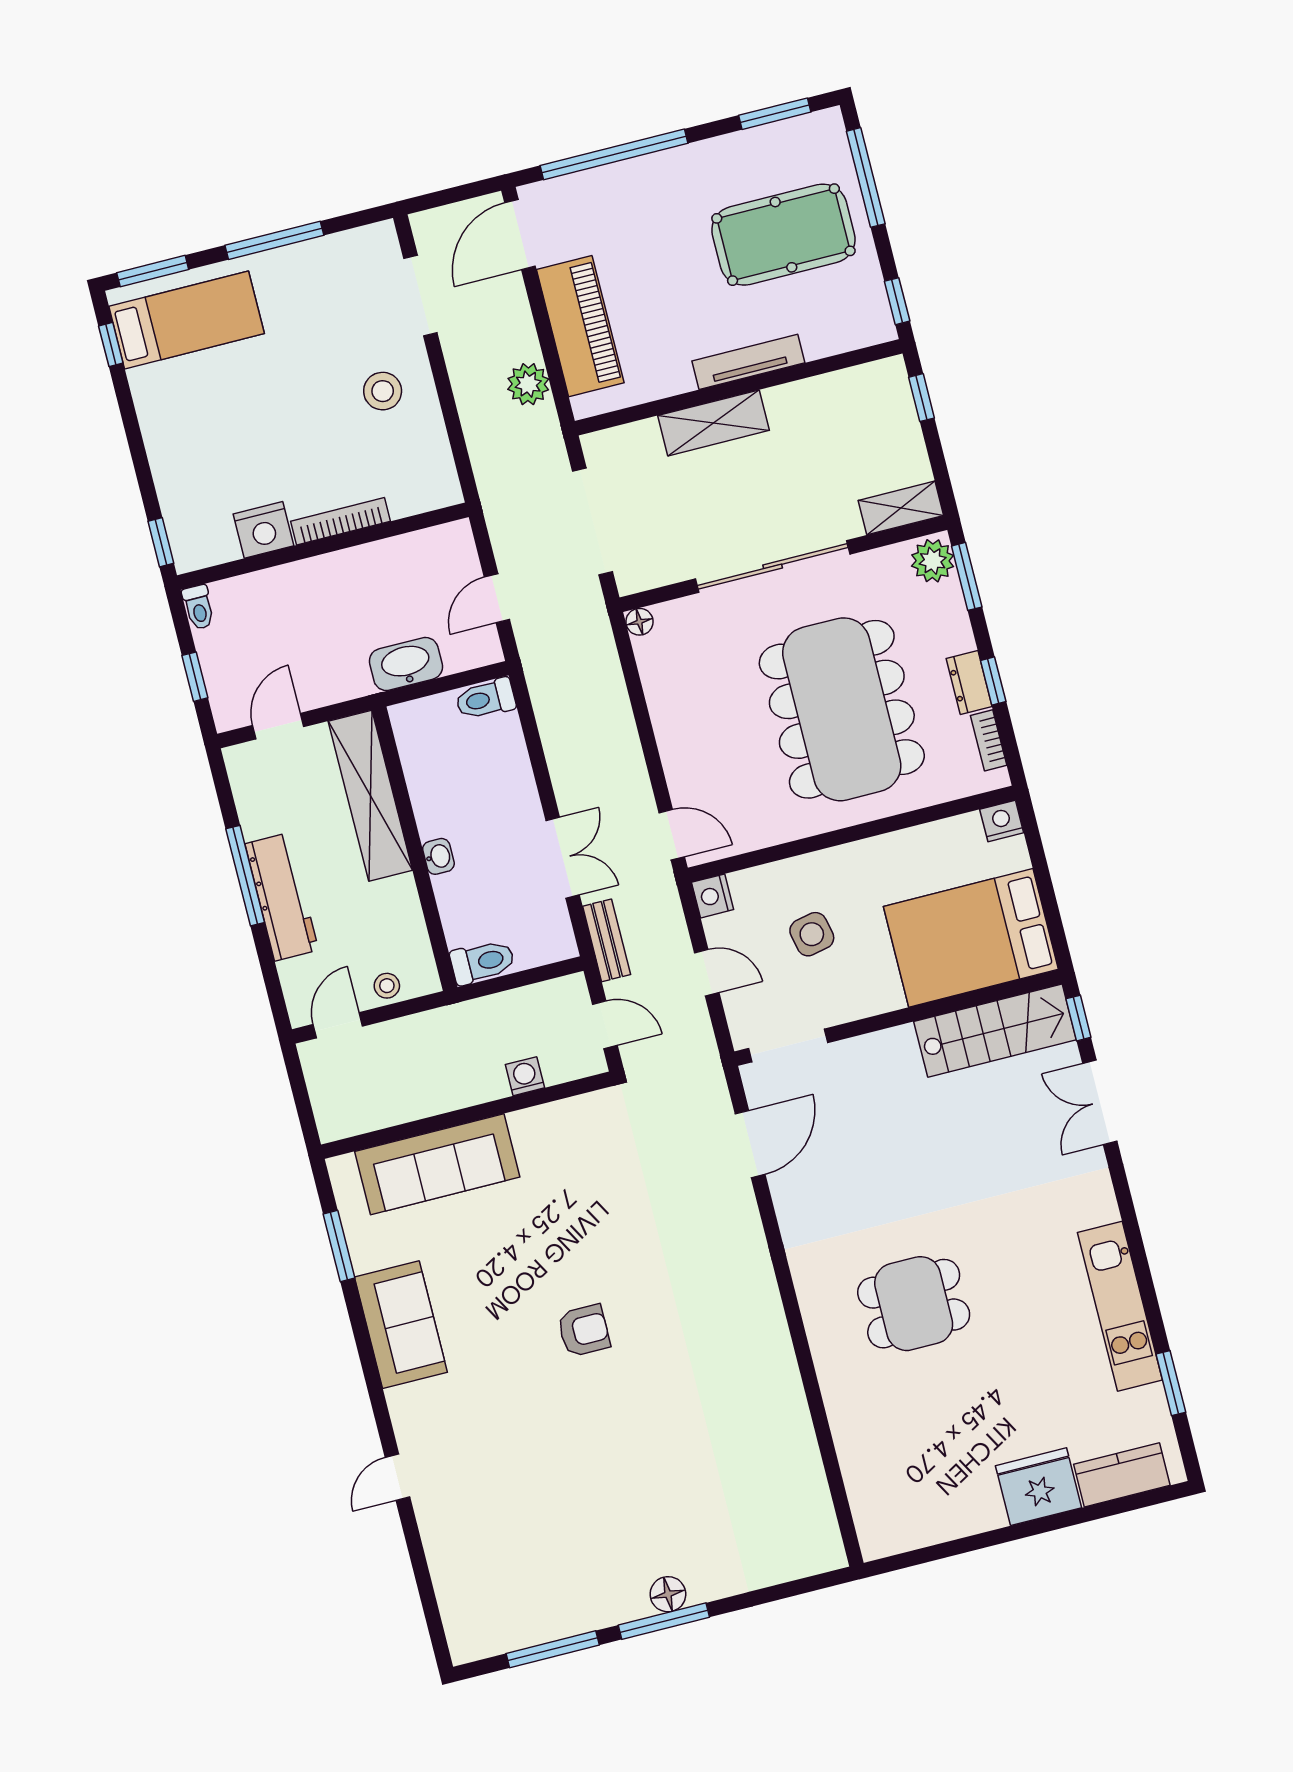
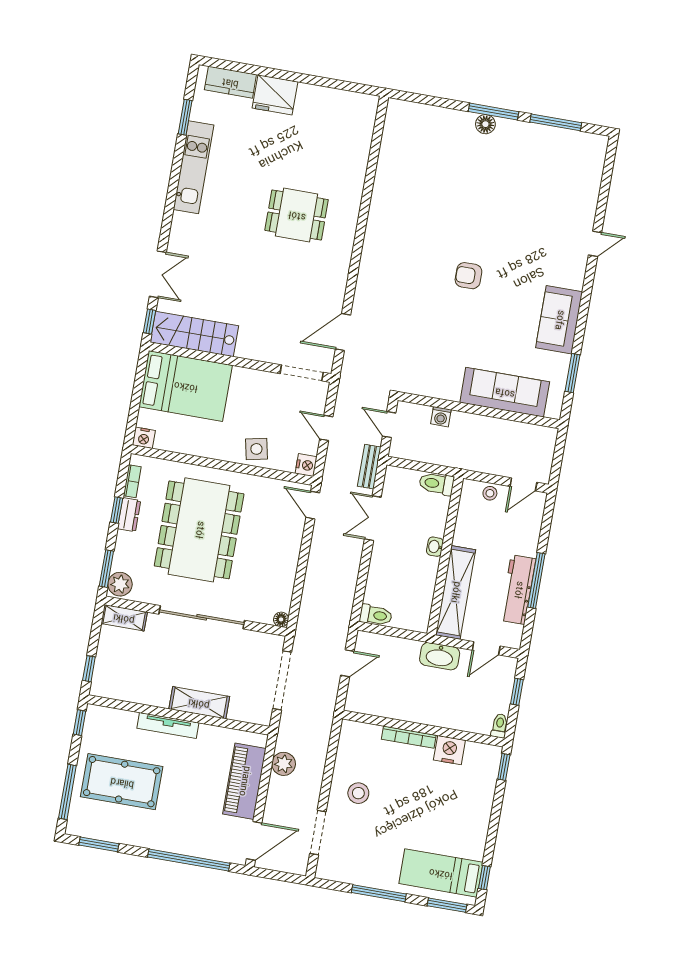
washbasin: (406, 664) -> (440, 656), moved
workbench: (282, 897) -> (518, 590), moved
side table: (812, 934) -> (256, 449), moved

